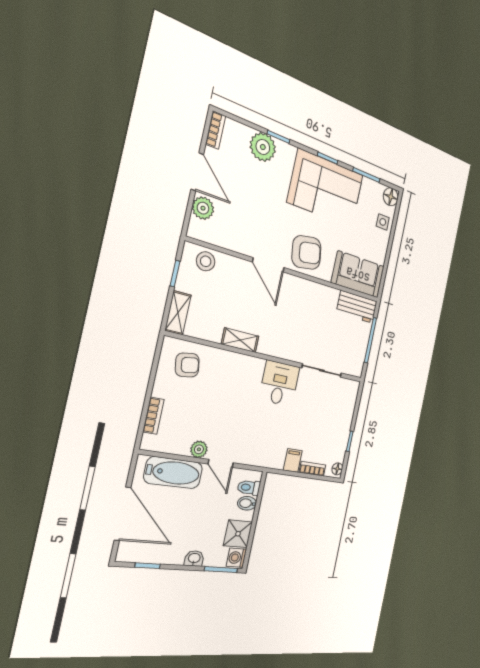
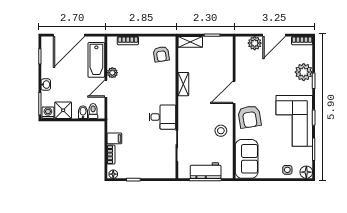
stool: (206, 261) -> (221, 131), moved
workbench: (357, 307) -> (206, 170), moved, turned 90

